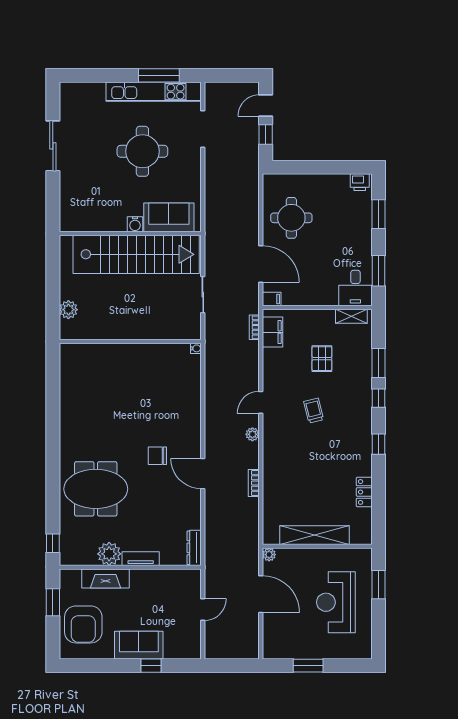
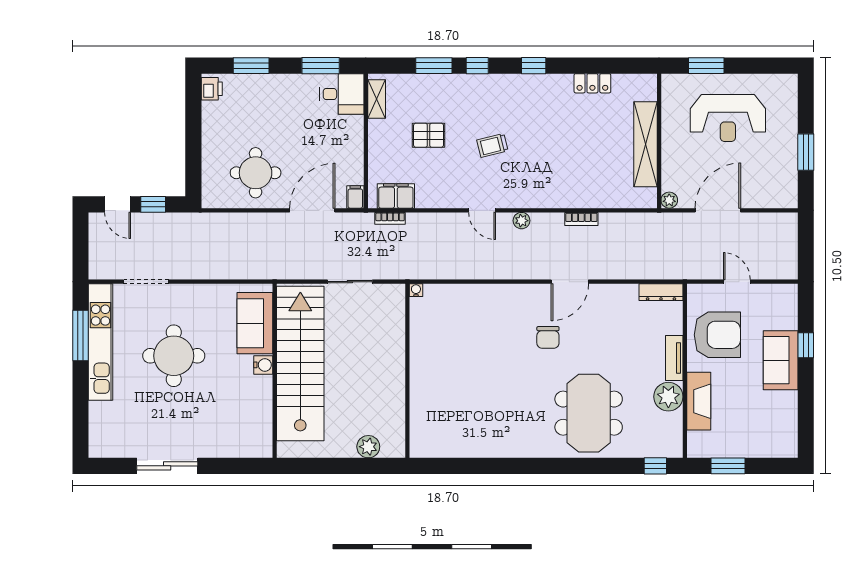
armchair: (83, 624) -> (717, 335), moved

